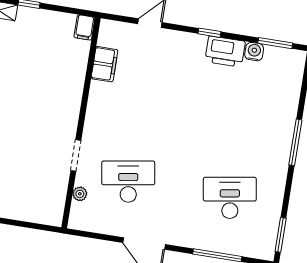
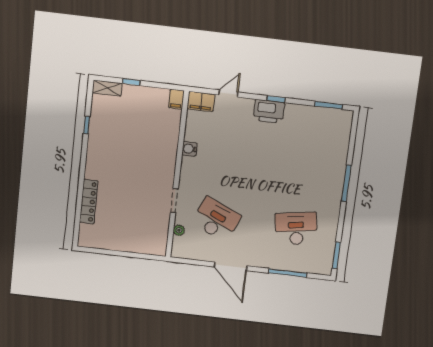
printer: (225, 51) -> (269, 111), moved
water cooler: (254, 52) -> (189, 149), moved, turned -90
filing cabinet: (104, 64) -> (201, 101), moved, turned 90
desk: (128, 182) -> (216, 219), turned 33

